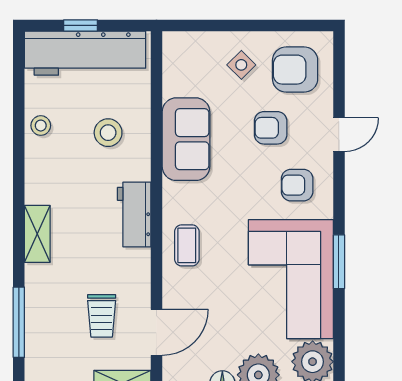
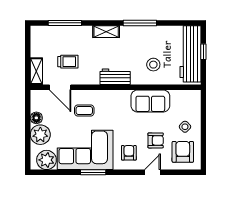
stool: (41, 126) -> (157, 33), removed
armchair: (271, 128) -> (156, 140), turned 90
door: (339, 135) -> (152, 172), swing flipped
window: (19, 161) -> (140, 23), added
coffee table: (187, 245) -> (84, 111), moved
trolley: (102, 316) -> (68, 62), turned 180

